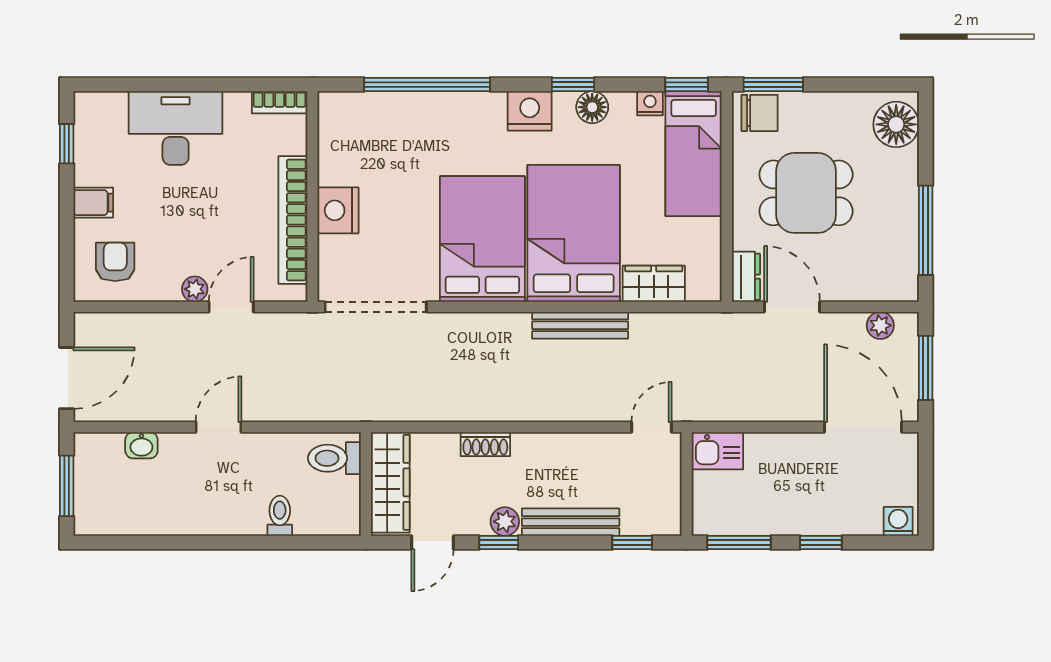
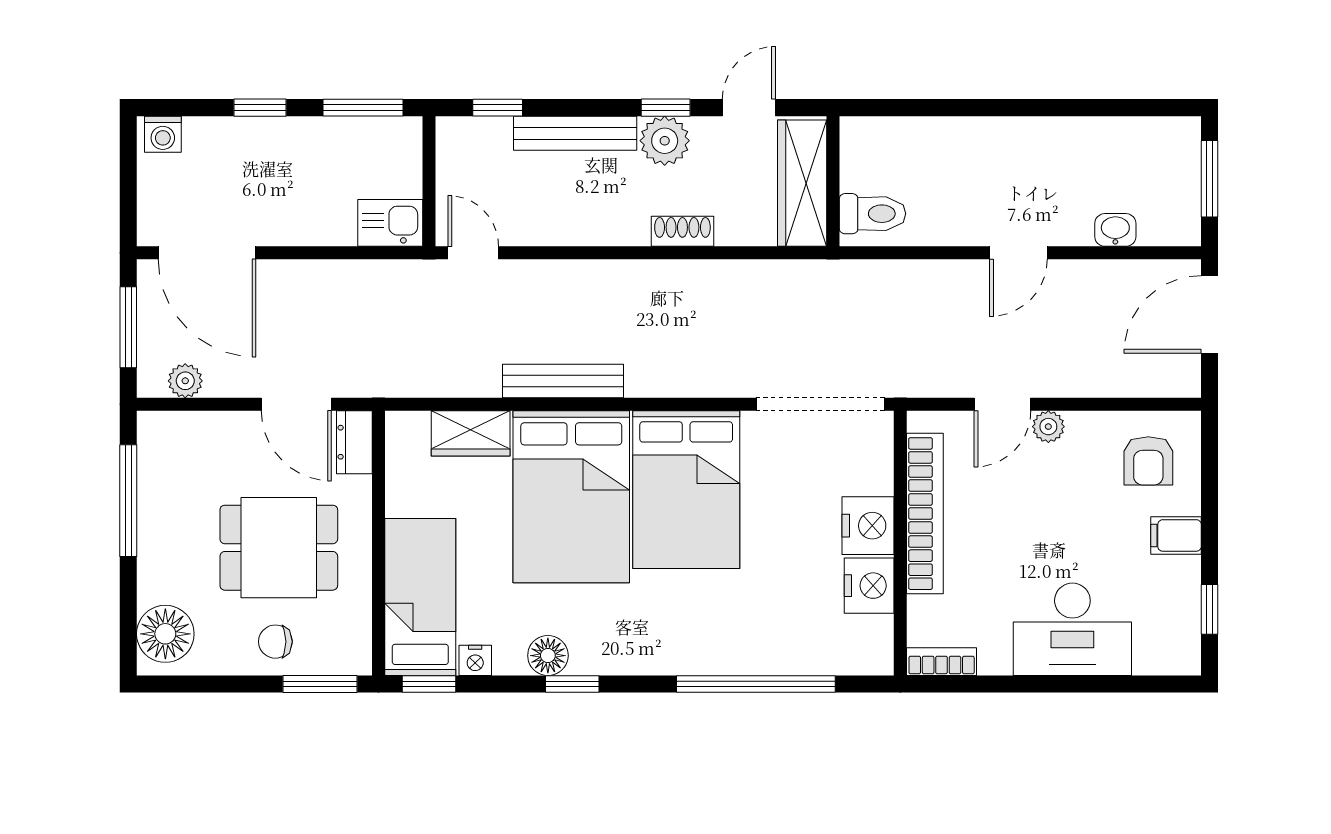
nightstand: (530, 111) -> (869, 586), moved, turned -90
chair: (760, 113) -> (275, 642), moved, width x0.73, depth x0.73
door: (651, 427) -> (473, 253), swing flipped
toilet: (280, 516) -> (941, 141), removed
plant: (505, 521) -> (665, 141), width x1.38, depth x1.38

